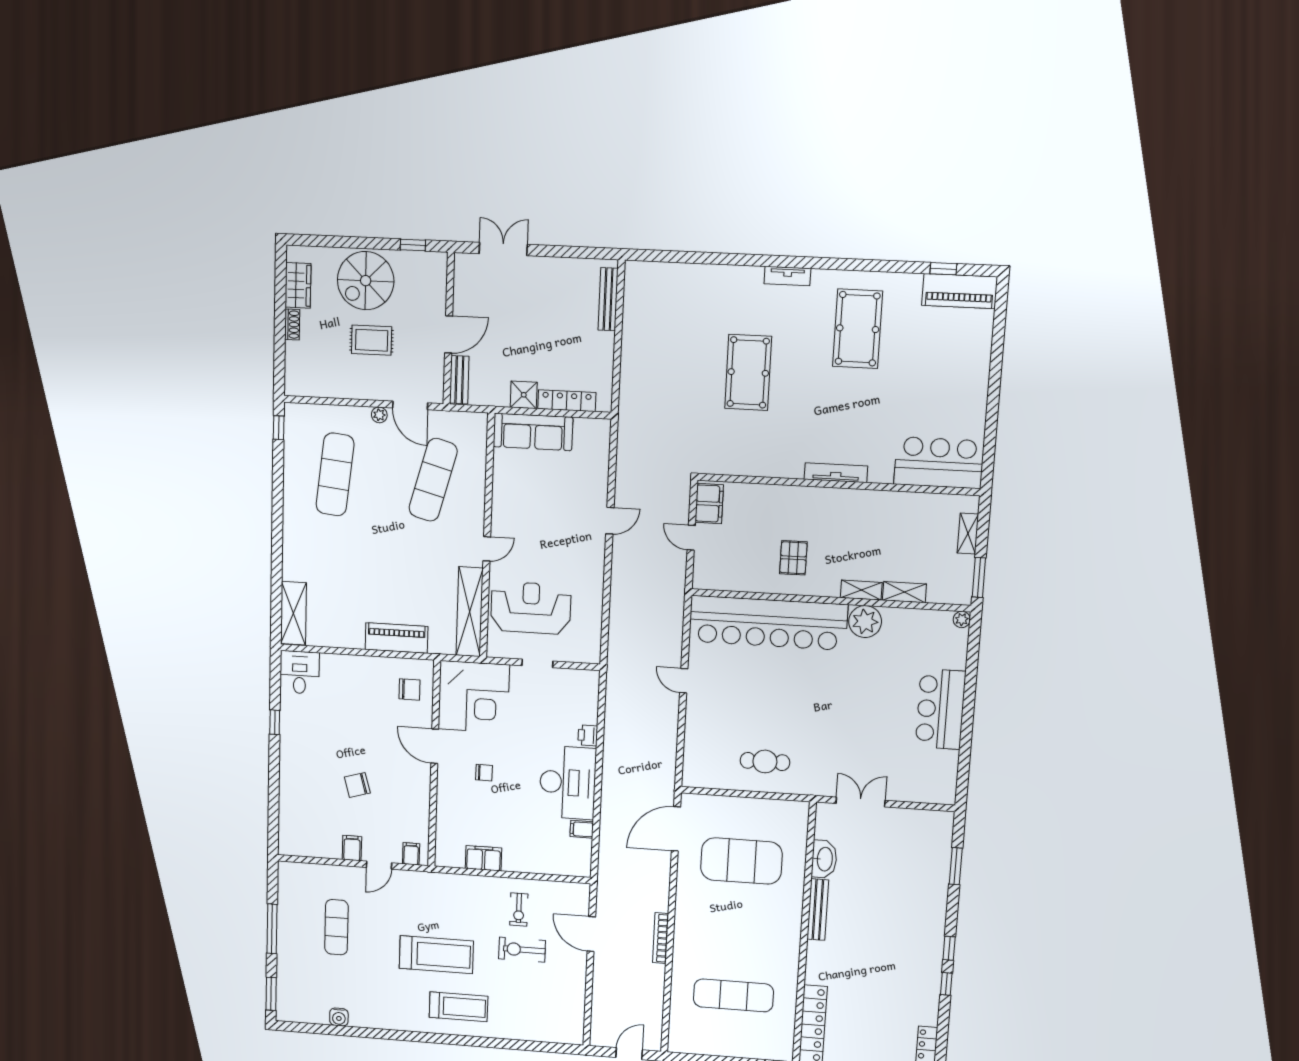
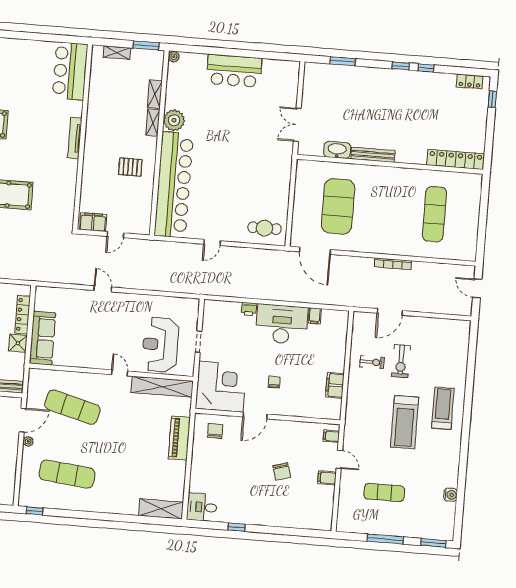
cafe table: (765, 761) -> (264, 228), moved, turned 90
treadmill: (436, 955) -> (405, 422), turned 180

